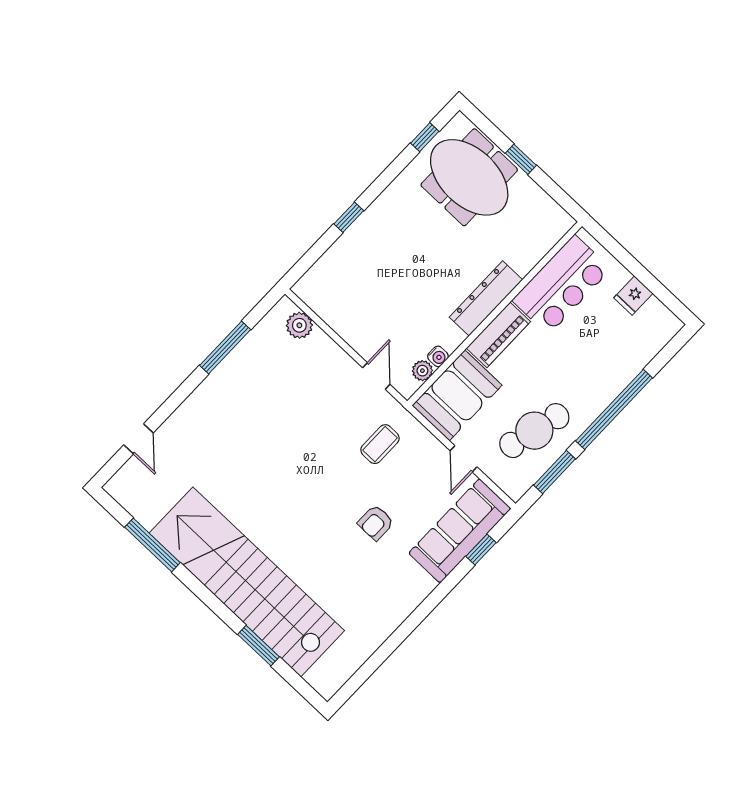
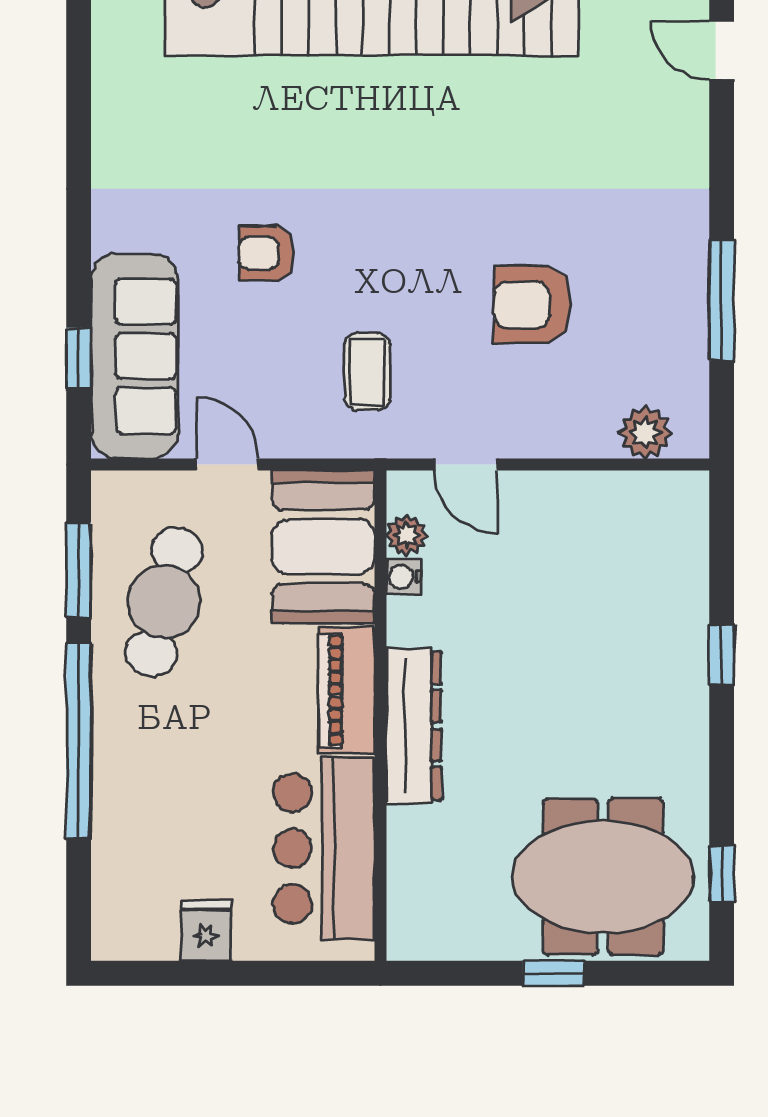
armchair: (296, 411) -> (532, 305), added
armchair: (376, 523) -> (266, 253), turned -90

